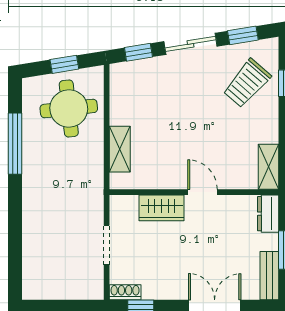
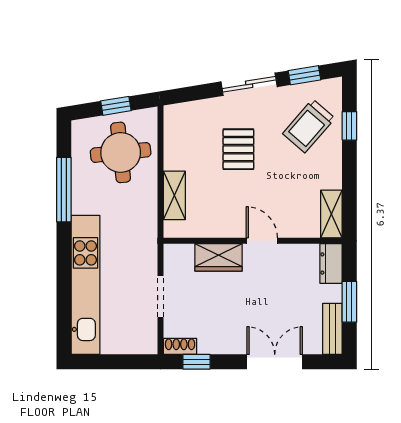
window: (138, 52) -> (194, 93), removed
pallet: (180, 105) -> (238, 149), added
kitchen unit: (36, 234) -> (85, 285), added

